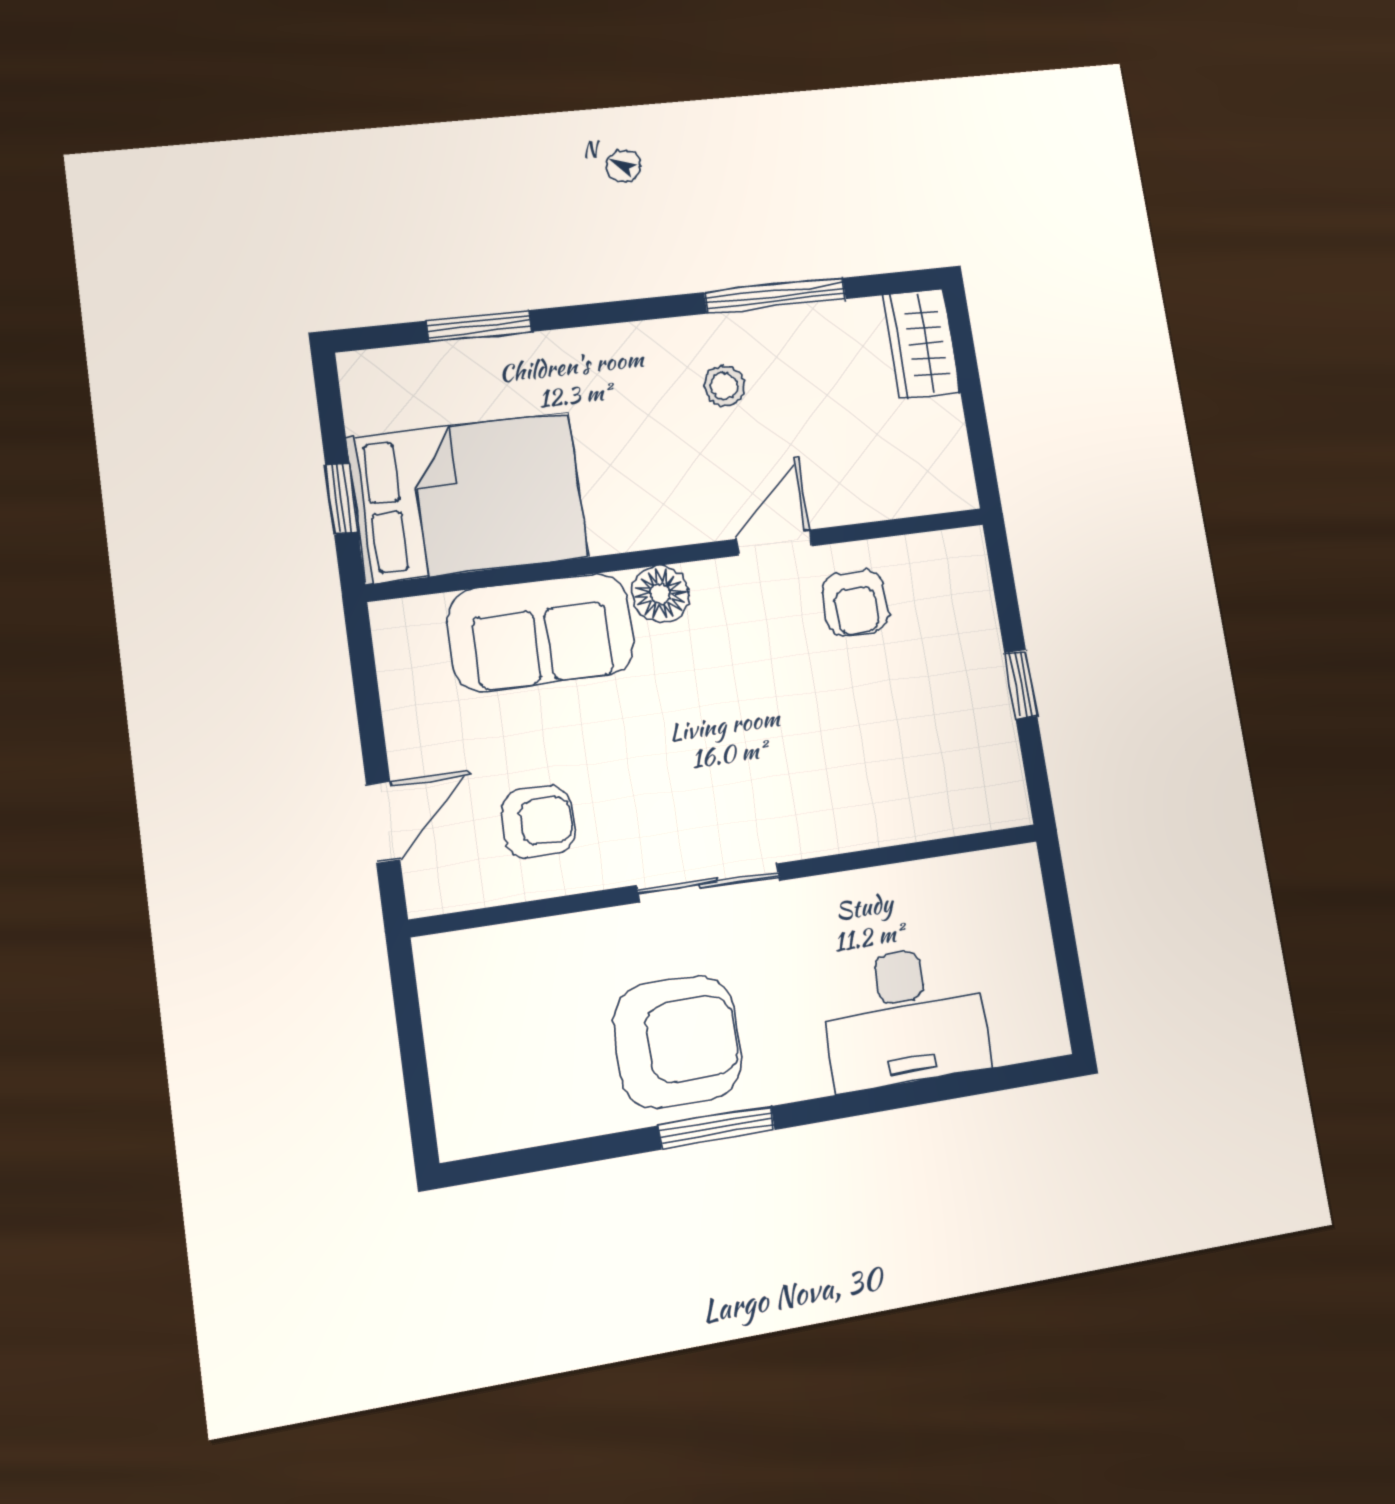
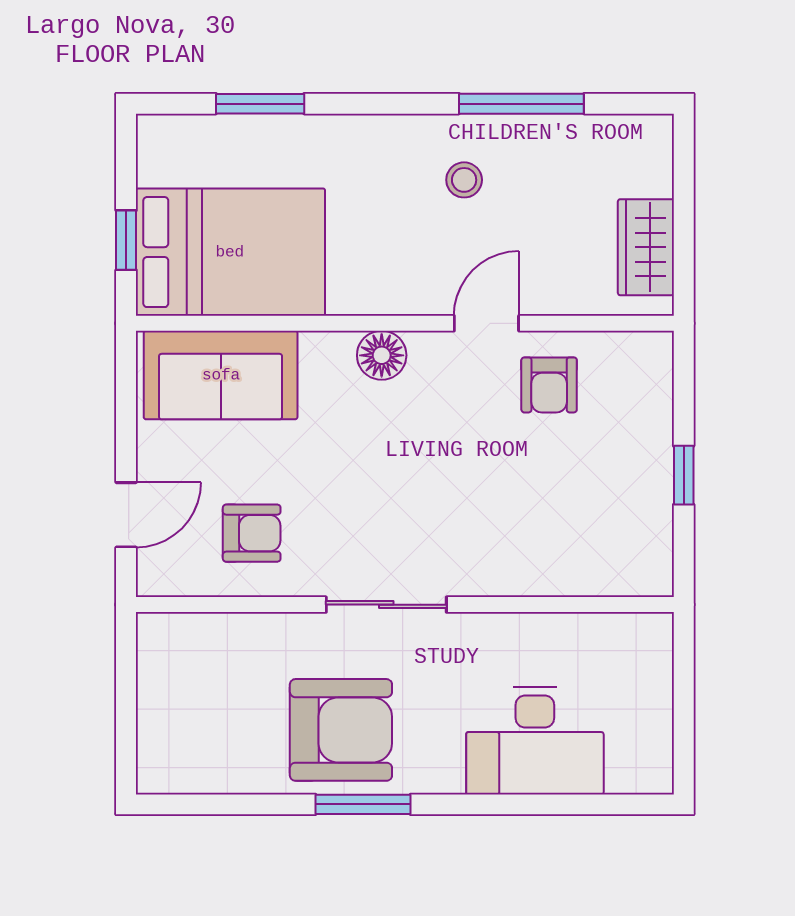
wardrobe: (922, 344) -> (646, 247), moved
sofa: (541, 632) -> (221, 375), moved

